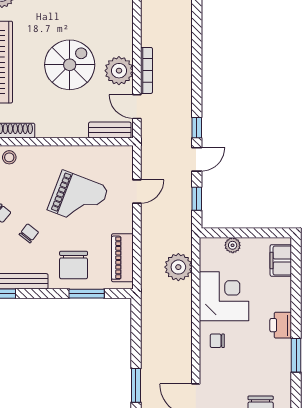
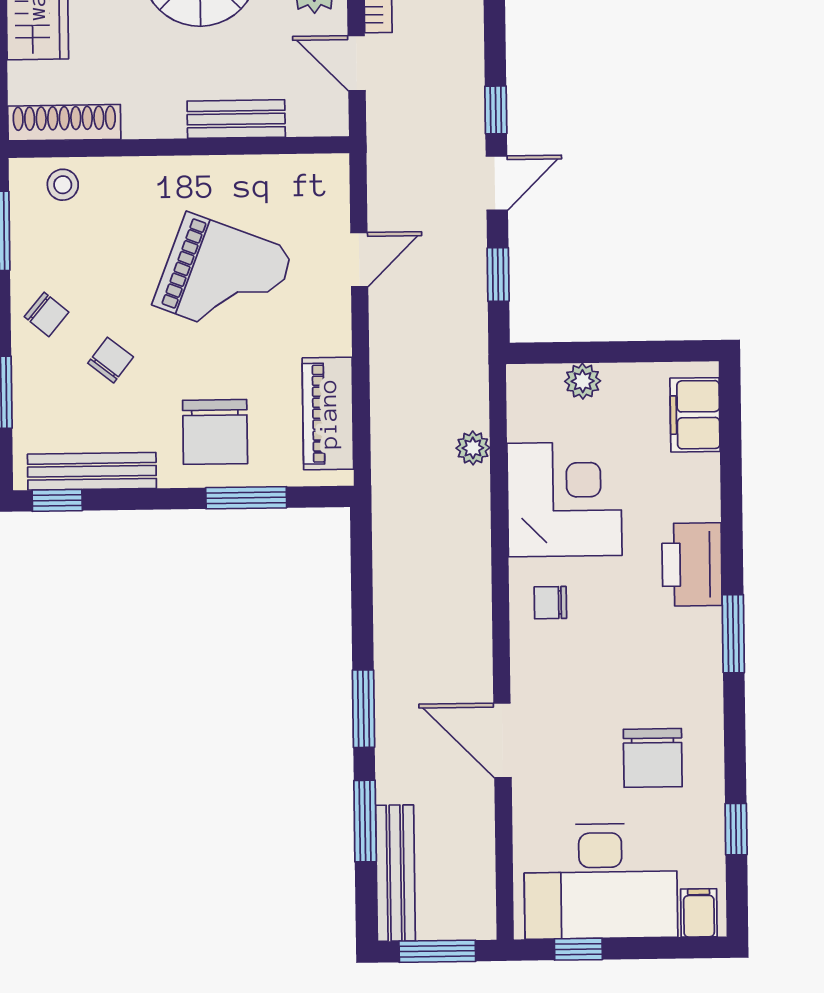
bench: (110, 130) -> (236, 119), moved
plant: (178, 267) -> (473, 448), width x0.53, depth x0.53
printer: (281, 325) -> (692, 564), width x1.37, depth x1.19

